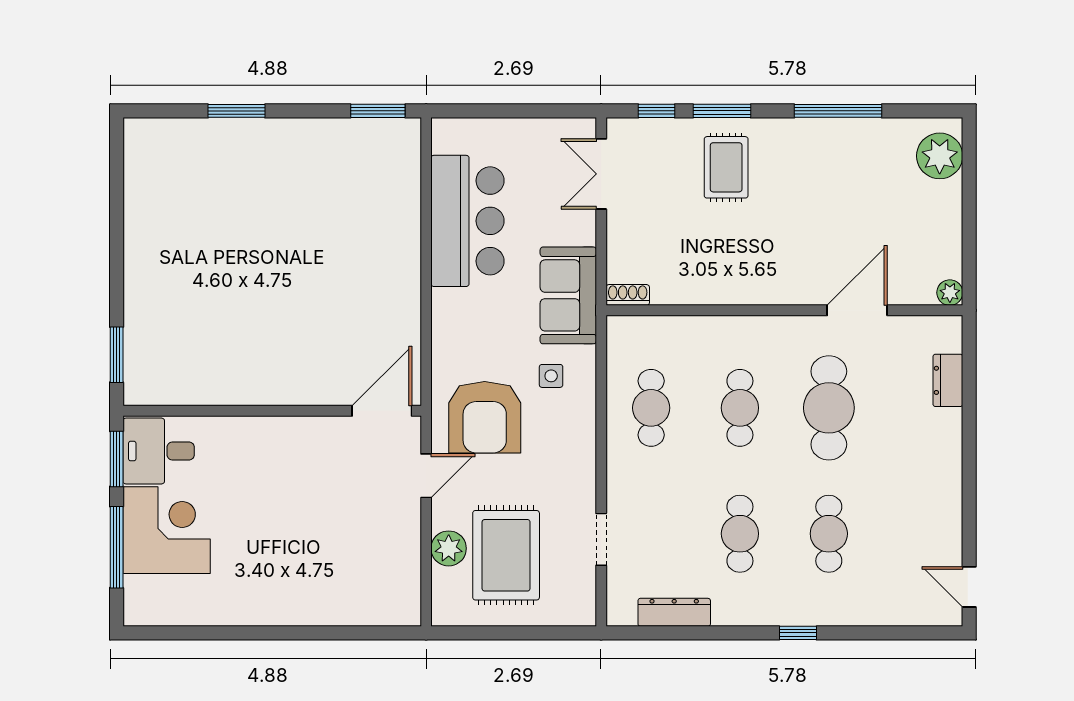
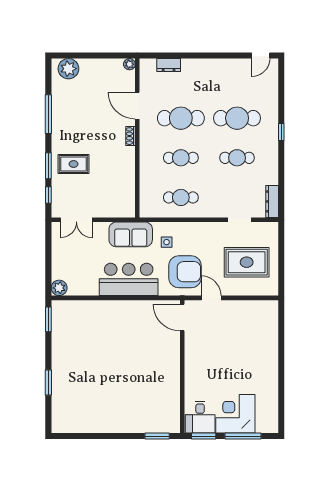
bar counter: (467, 221) -> (129, 279), moved
shoe rack: (628, 295) -> (130, 136), moved
cafe table: (829, 534) -> (237, 118), width x1.37, depth x1.35
plant: (449, 548) -> (59, 288), moved
dresser: (674, 612) -> (272, 201), moved

